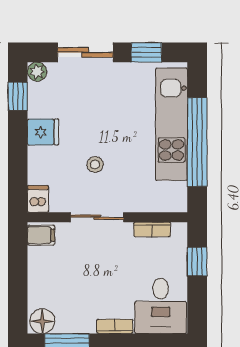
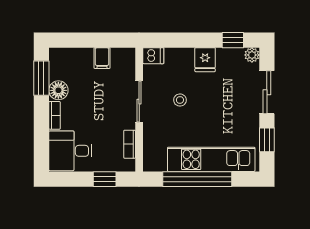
filing cabinet: (41, 235) -> (102, 58), moved
floor lamp: (42, 321) -> (58, 90), moved

